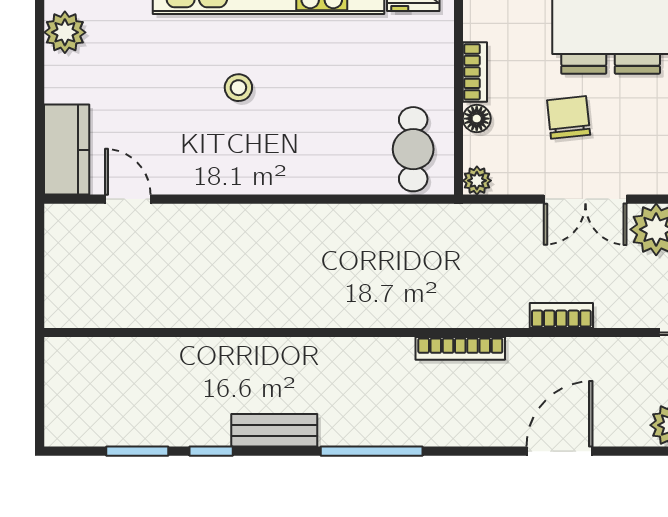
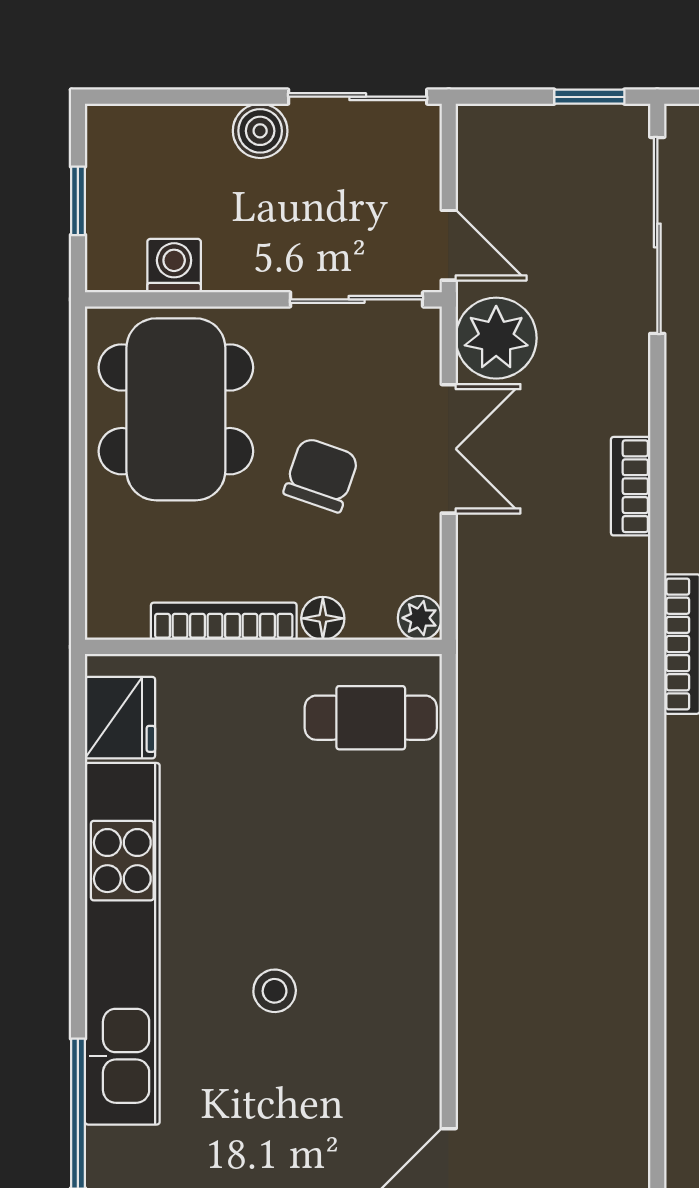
bookcase: (475, 72) -> (224, 621), width x1.56
chair: (569, 117) -> (321, 475), turned 115

